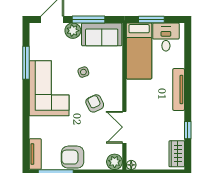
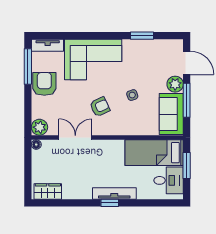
window: (26, 63) -> (142, 36), width x0.69
corner sofa: (49, 88) -> (93, 60), moved
window: (188, 130) -> (110, 203), moved

